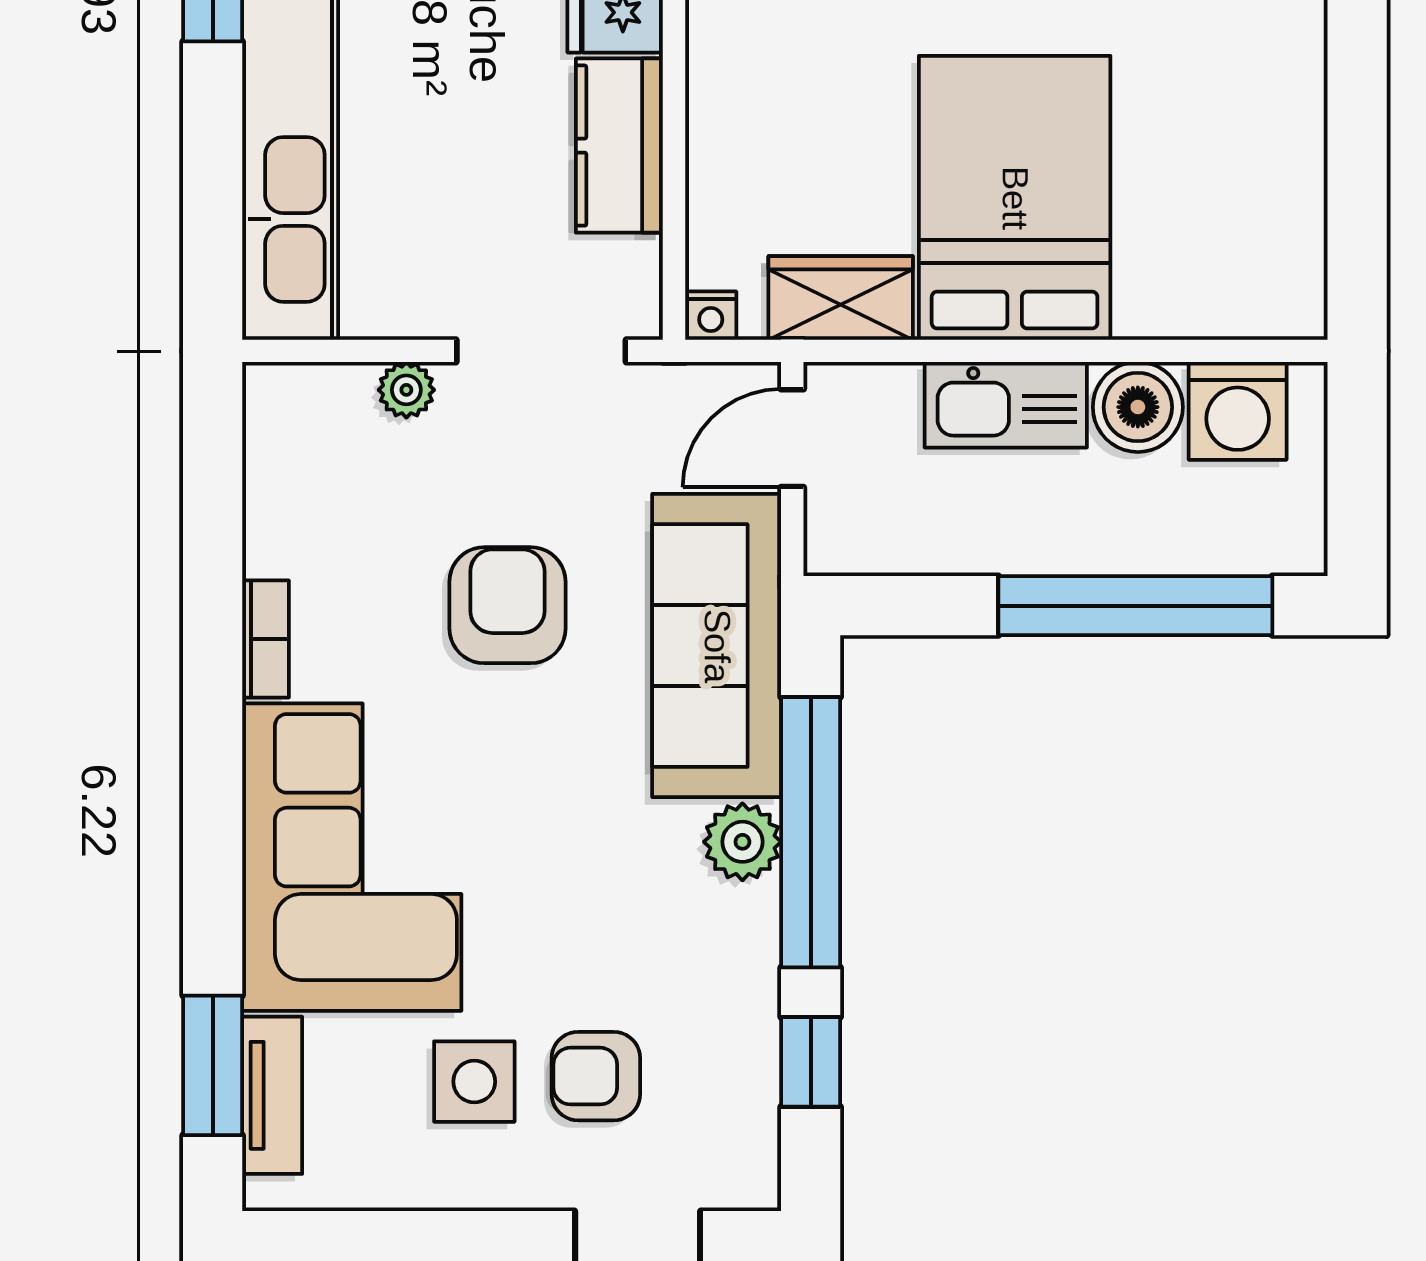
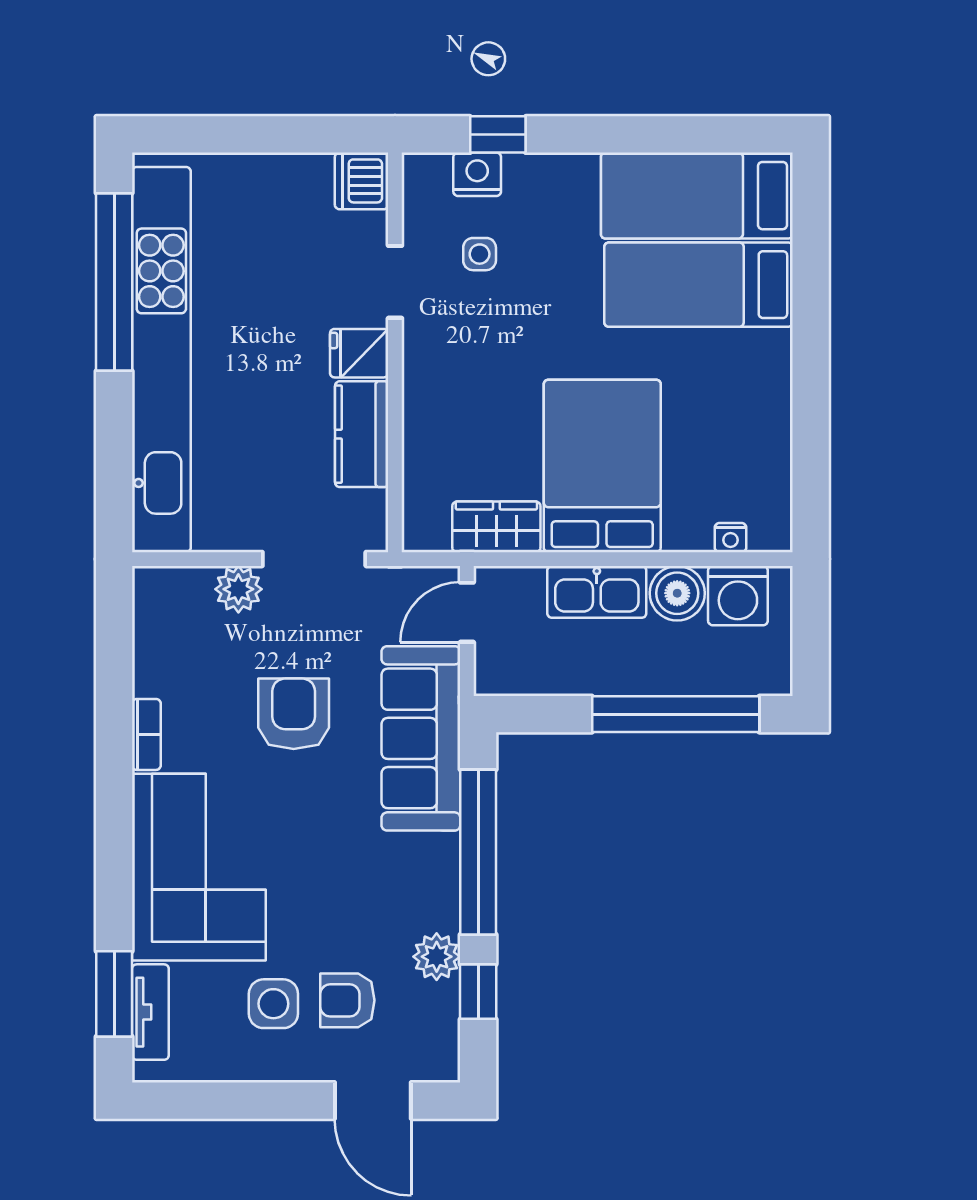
nightstand: (711, 316) -> (730, 538), moved
plant: (406, 390) -> (238, 589), width x1.38, depth x1.38
plant: (742, 842) -> (437, 957), moved

